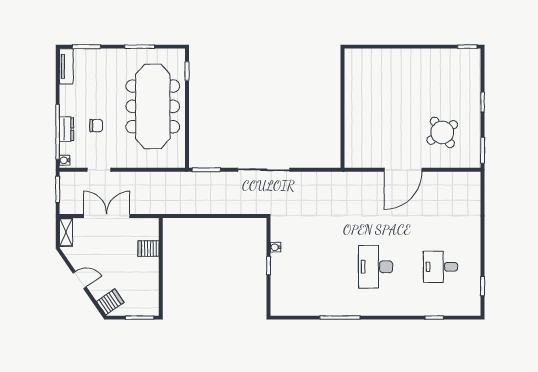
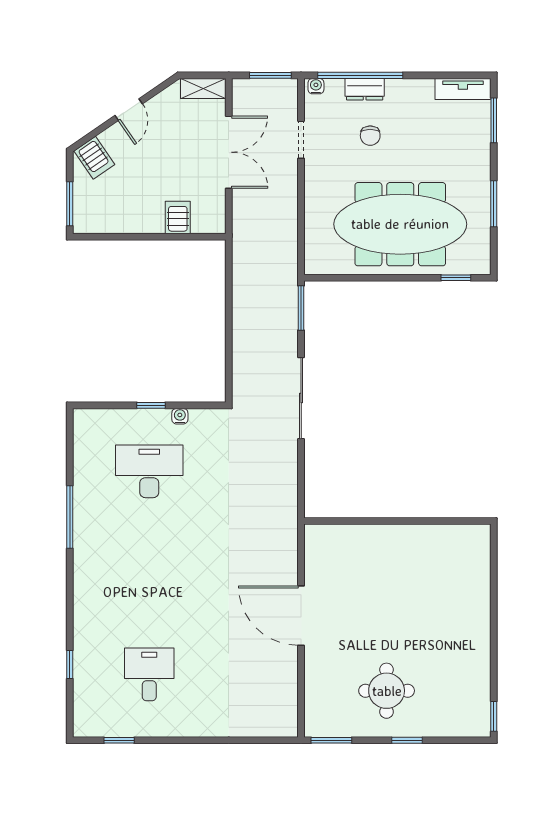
round table: (442, 132) -> (387, 691), moved, turned 35
desk: (376, 267) -> (149, 471), moved

